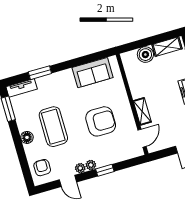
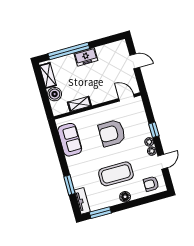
shelving: (142, 111) -> (79, 104), moved
armchair: (101, 121) -> (112, 133), turned -90

